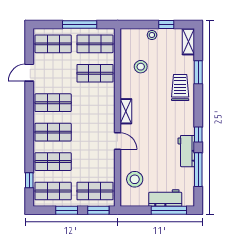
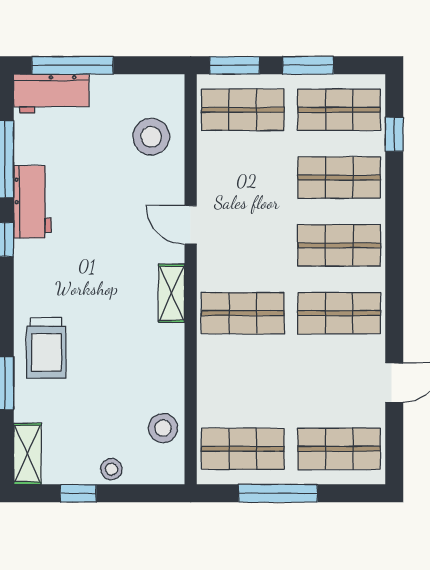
stool: (141, 67) -> (163, 428), moved
shop shelf: (95, 73) -> (243, 313), moved
workbench: (165, 198) -> (51, 94), moved

